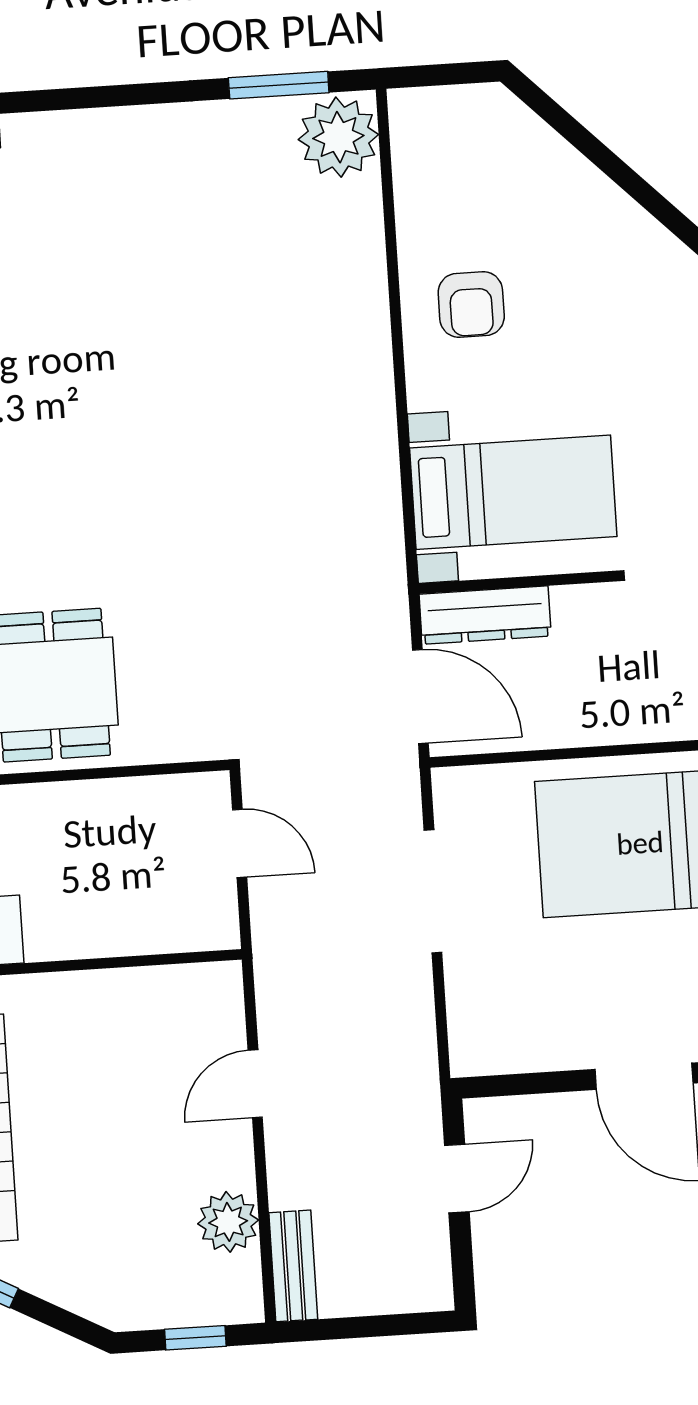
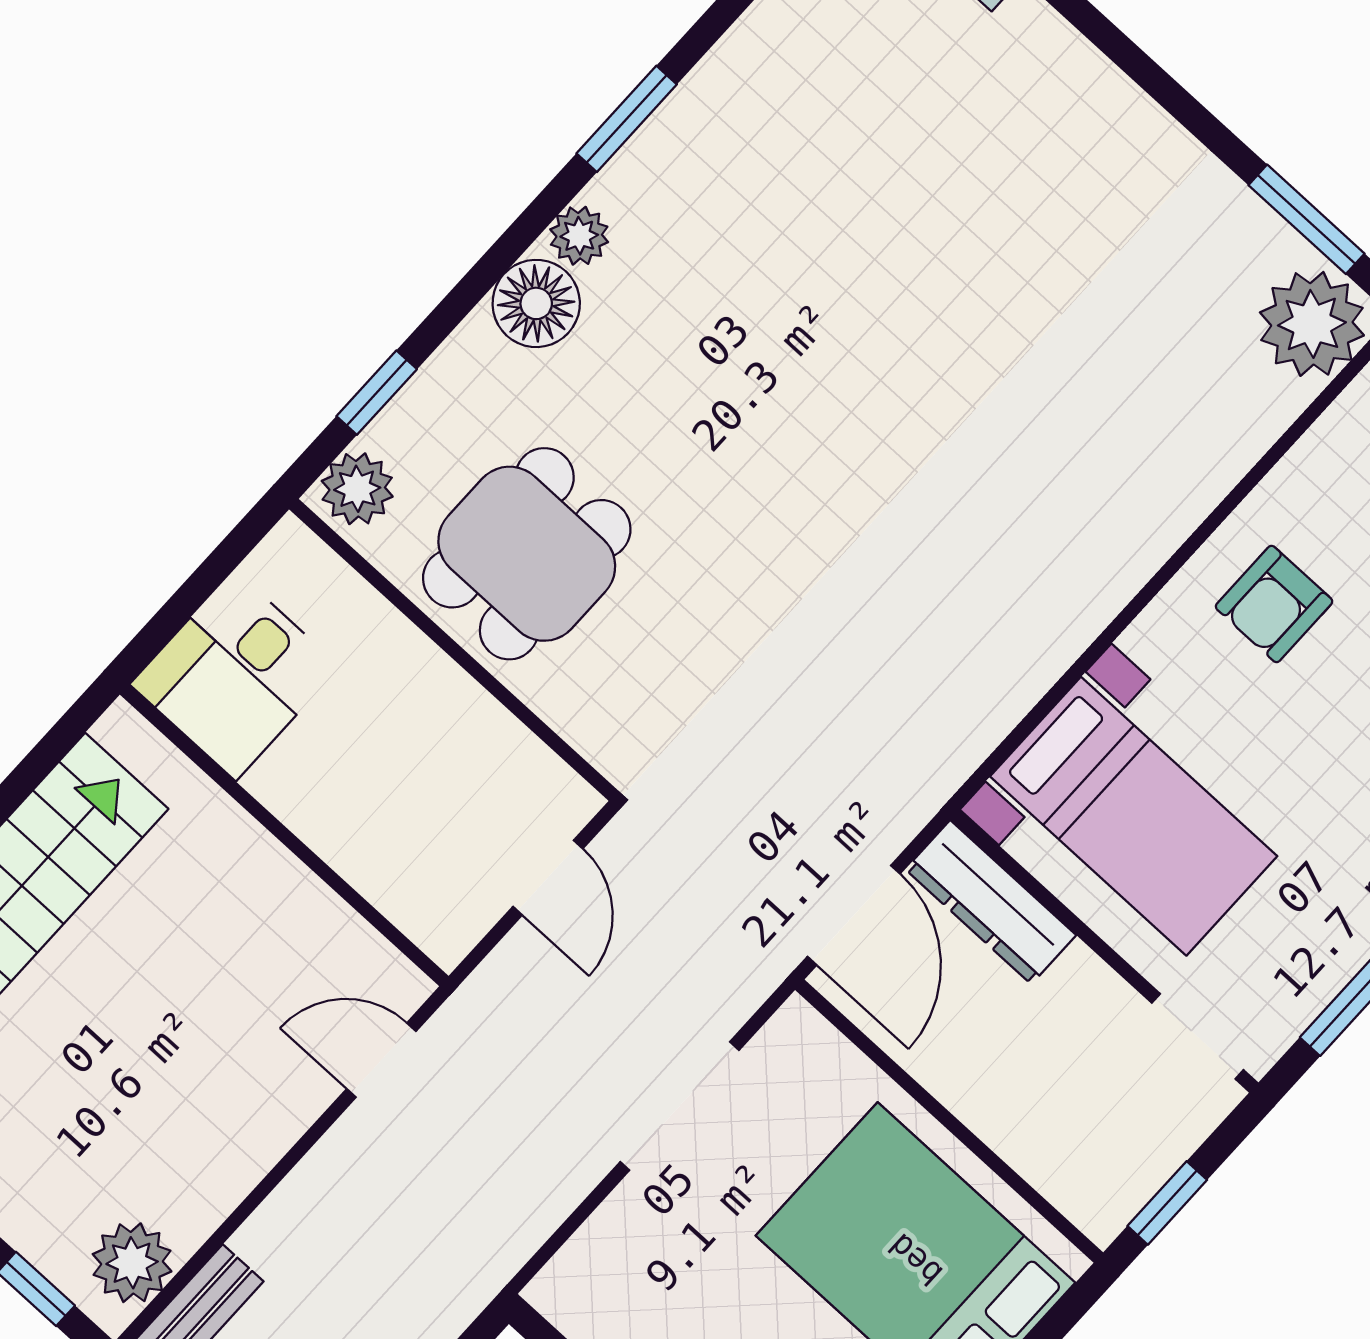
door: (255, 1084) -> (381, 1060), moved
plant: (228, 1222) -> (132, 1263), moved

